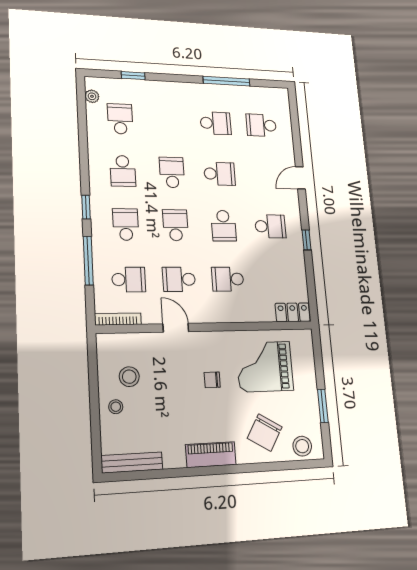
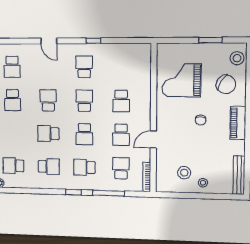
school desk: (216, 123) -> (13, 100), turned 180
school desk: (175, 225) -> (84, 134), turned -90
school desk: (224, 226) -> (84, 101), turned -90
locker: (293, 312) -> (145, 56), removed
grand piano: (265, 367) -> (181, 80), turned 90
chair: (212, 380) -> (201, 120), moved

